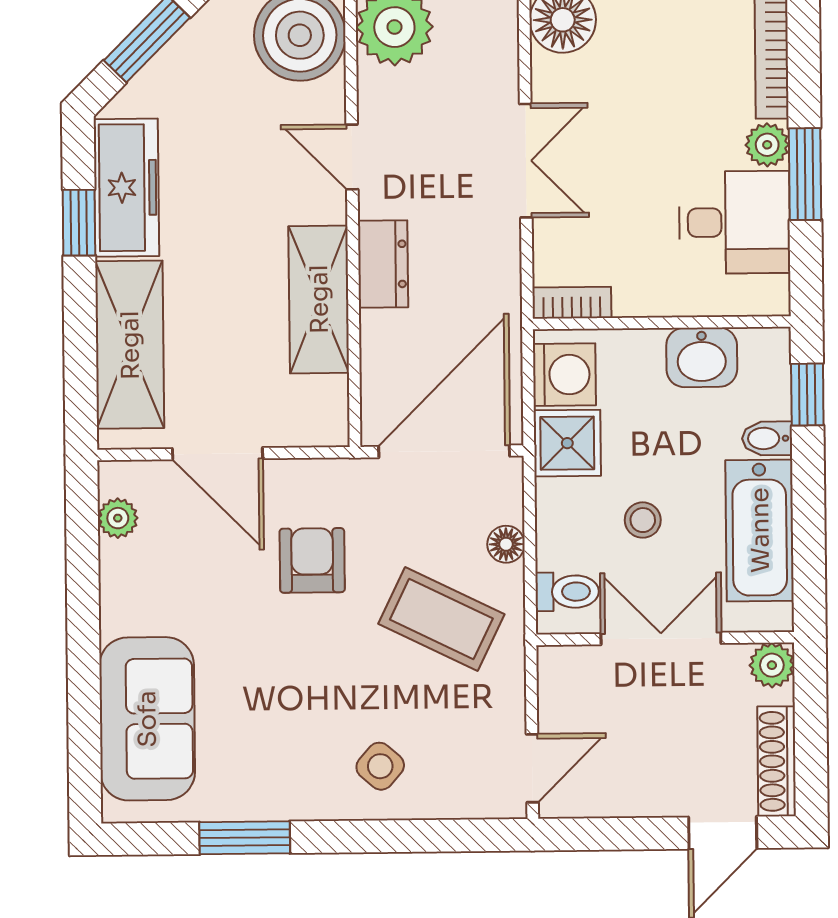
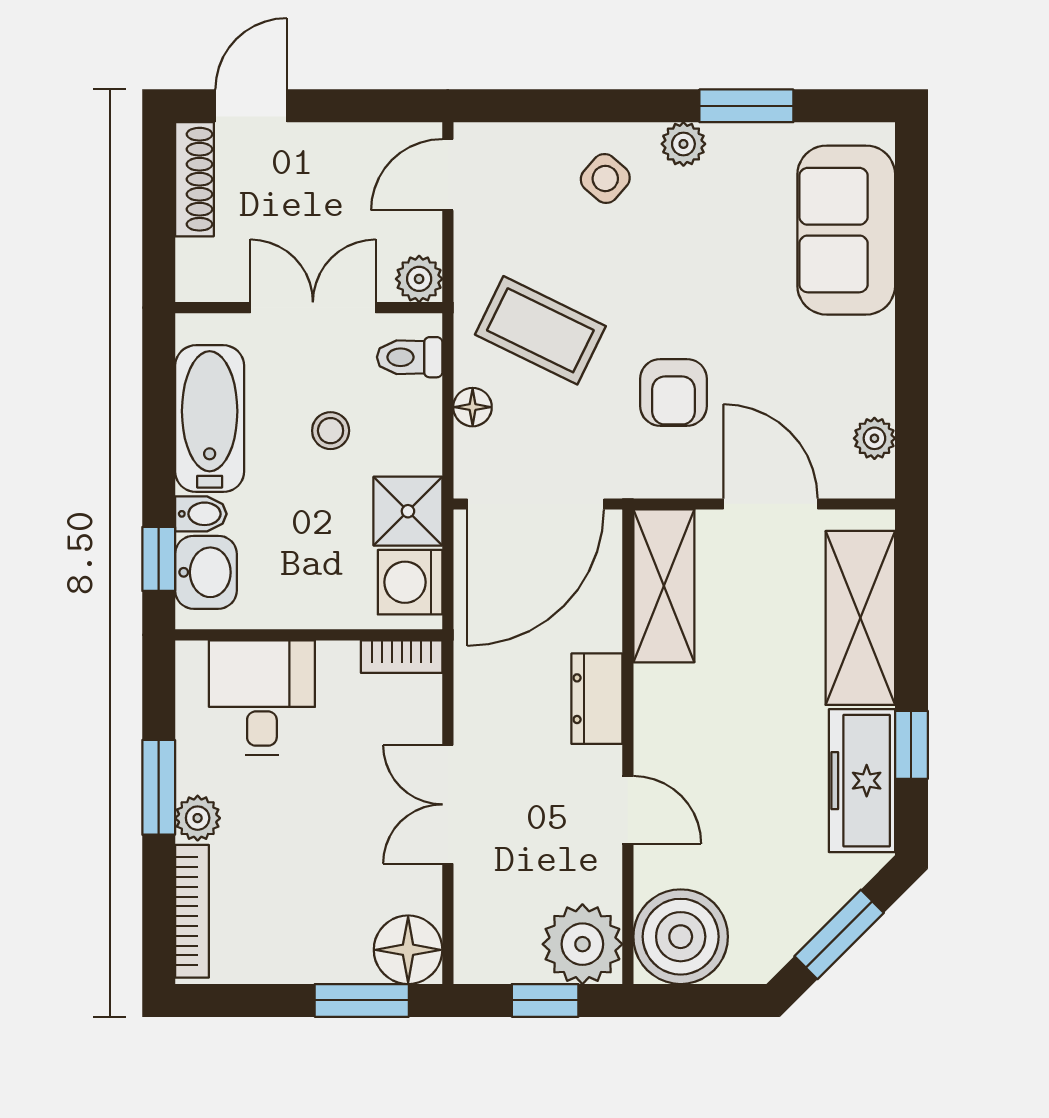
desk: (734, 222) -> (262, 698), moved, turned 90
shelving: (319, 299) -> (664, 586), moved
washbasin: (702, 357) -> (206, 572), moved, turned 90
double door: (661, 639) -> (313, 308), swing flipped
plant: (772, 665) -> (419, 279), moved
plant: (305, 800) -> (683, 144), added

